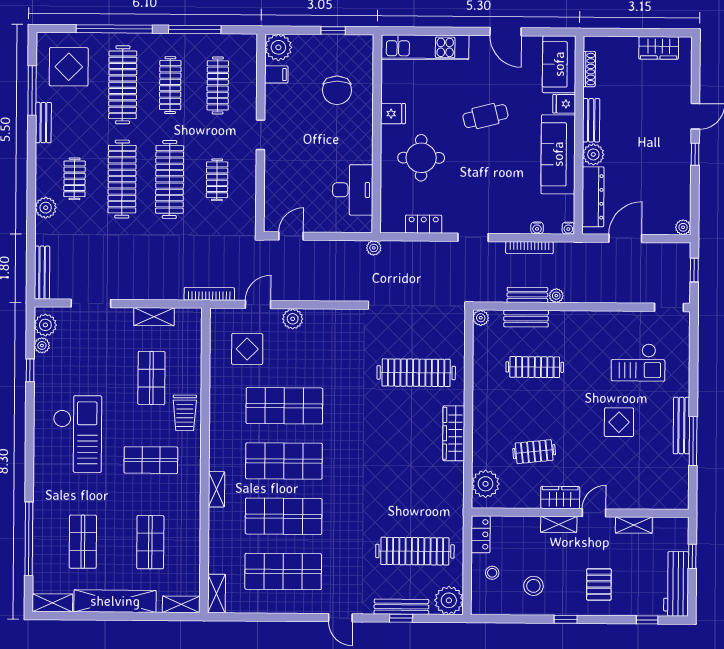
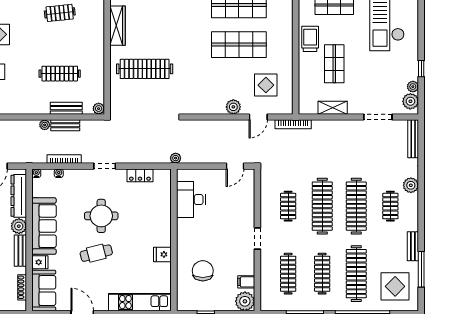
round table: (421, 158) -> (101, 216), moved

